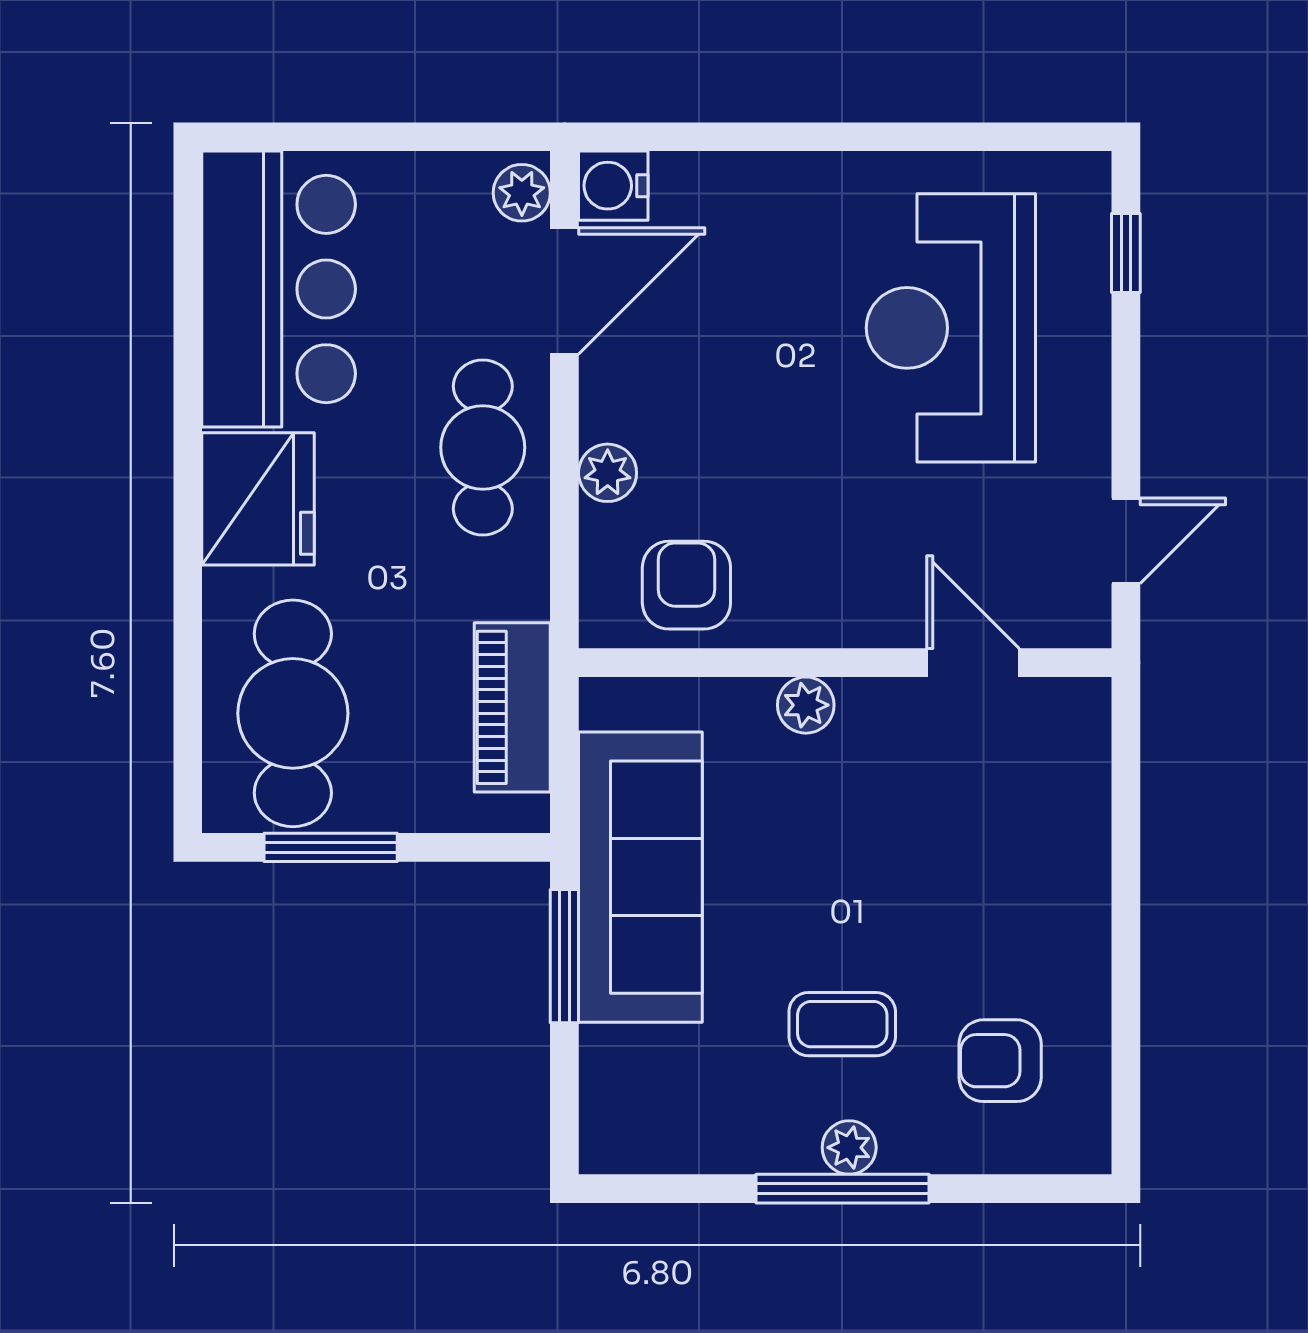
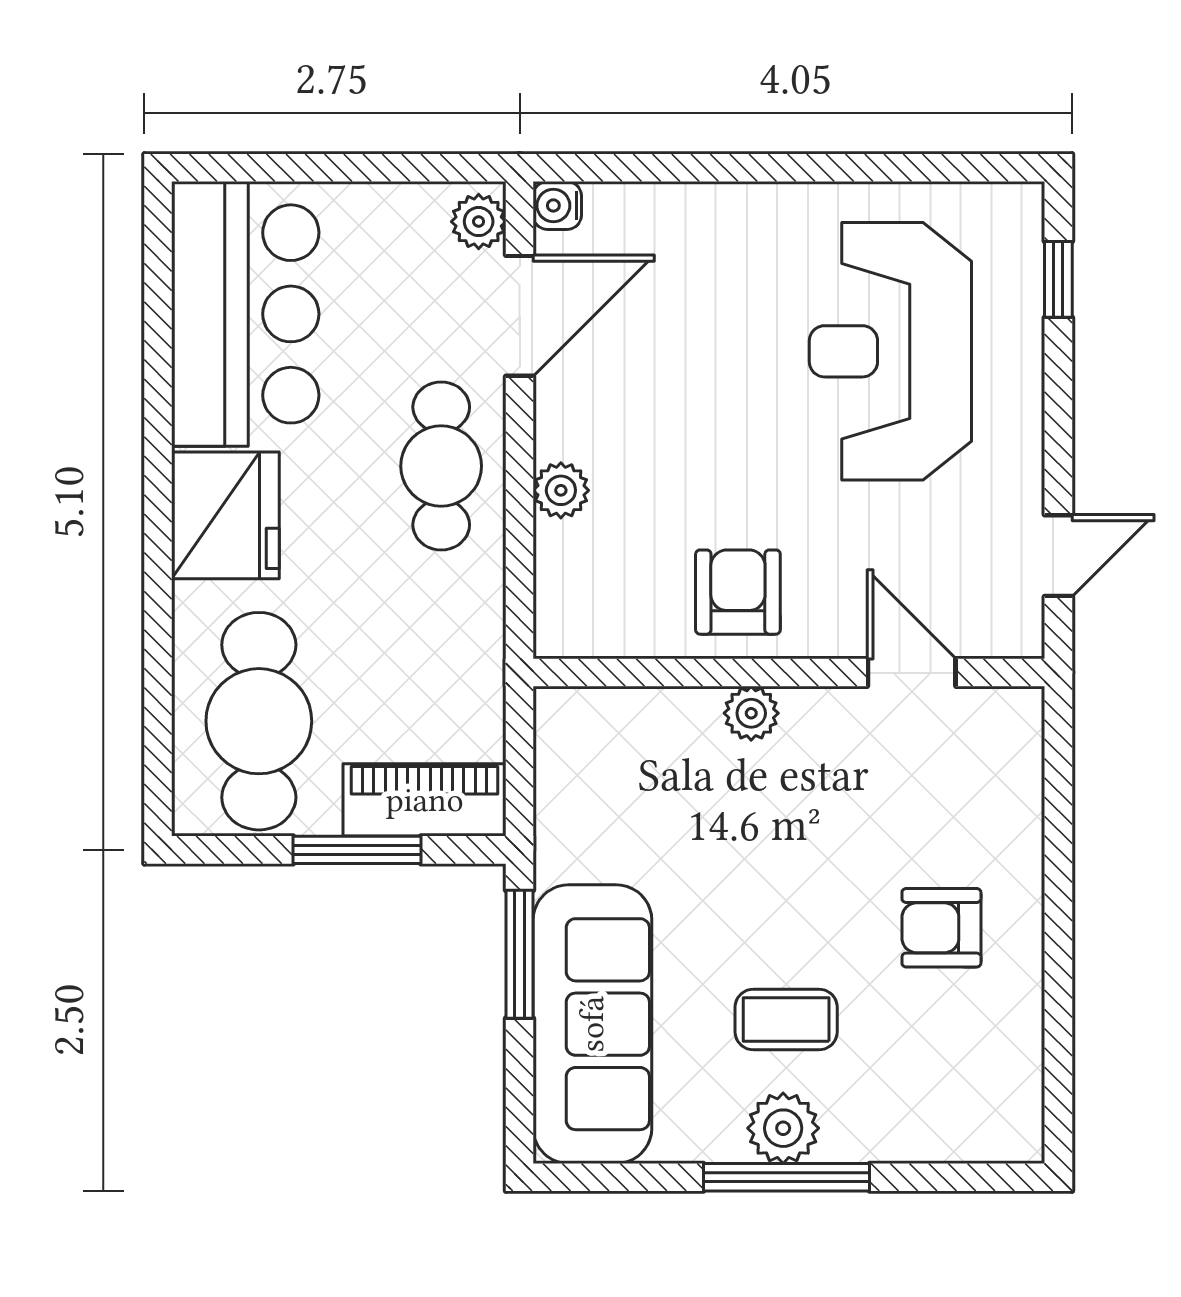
water cooler: (613, 186) -> (557, 205), width x0.72, depth x0.72
armchair: (686, 585) -> (738, 592), moved
piano: (512, 707) -> (425, 800), moved, turned 90
window: (331, 847) -> (357, 850), moved
sofa: (640, 877) -> (592, 1024), moved
armchair: (1000, 1061) -> (941, 928), moved
plant: (849, 1148) -> (783, 1128), width x1.38, depth x1.38

